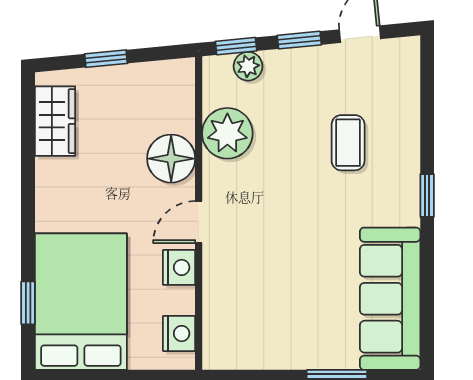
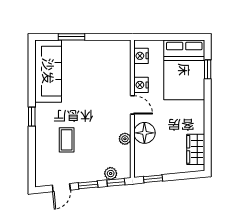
window: (106, 59) -> (153, 179), moved
plant: (227, 133) -> (125, 139), width x0.53, depth x0.53
door: (199, 222) -> (132, 105), hinge flipped

